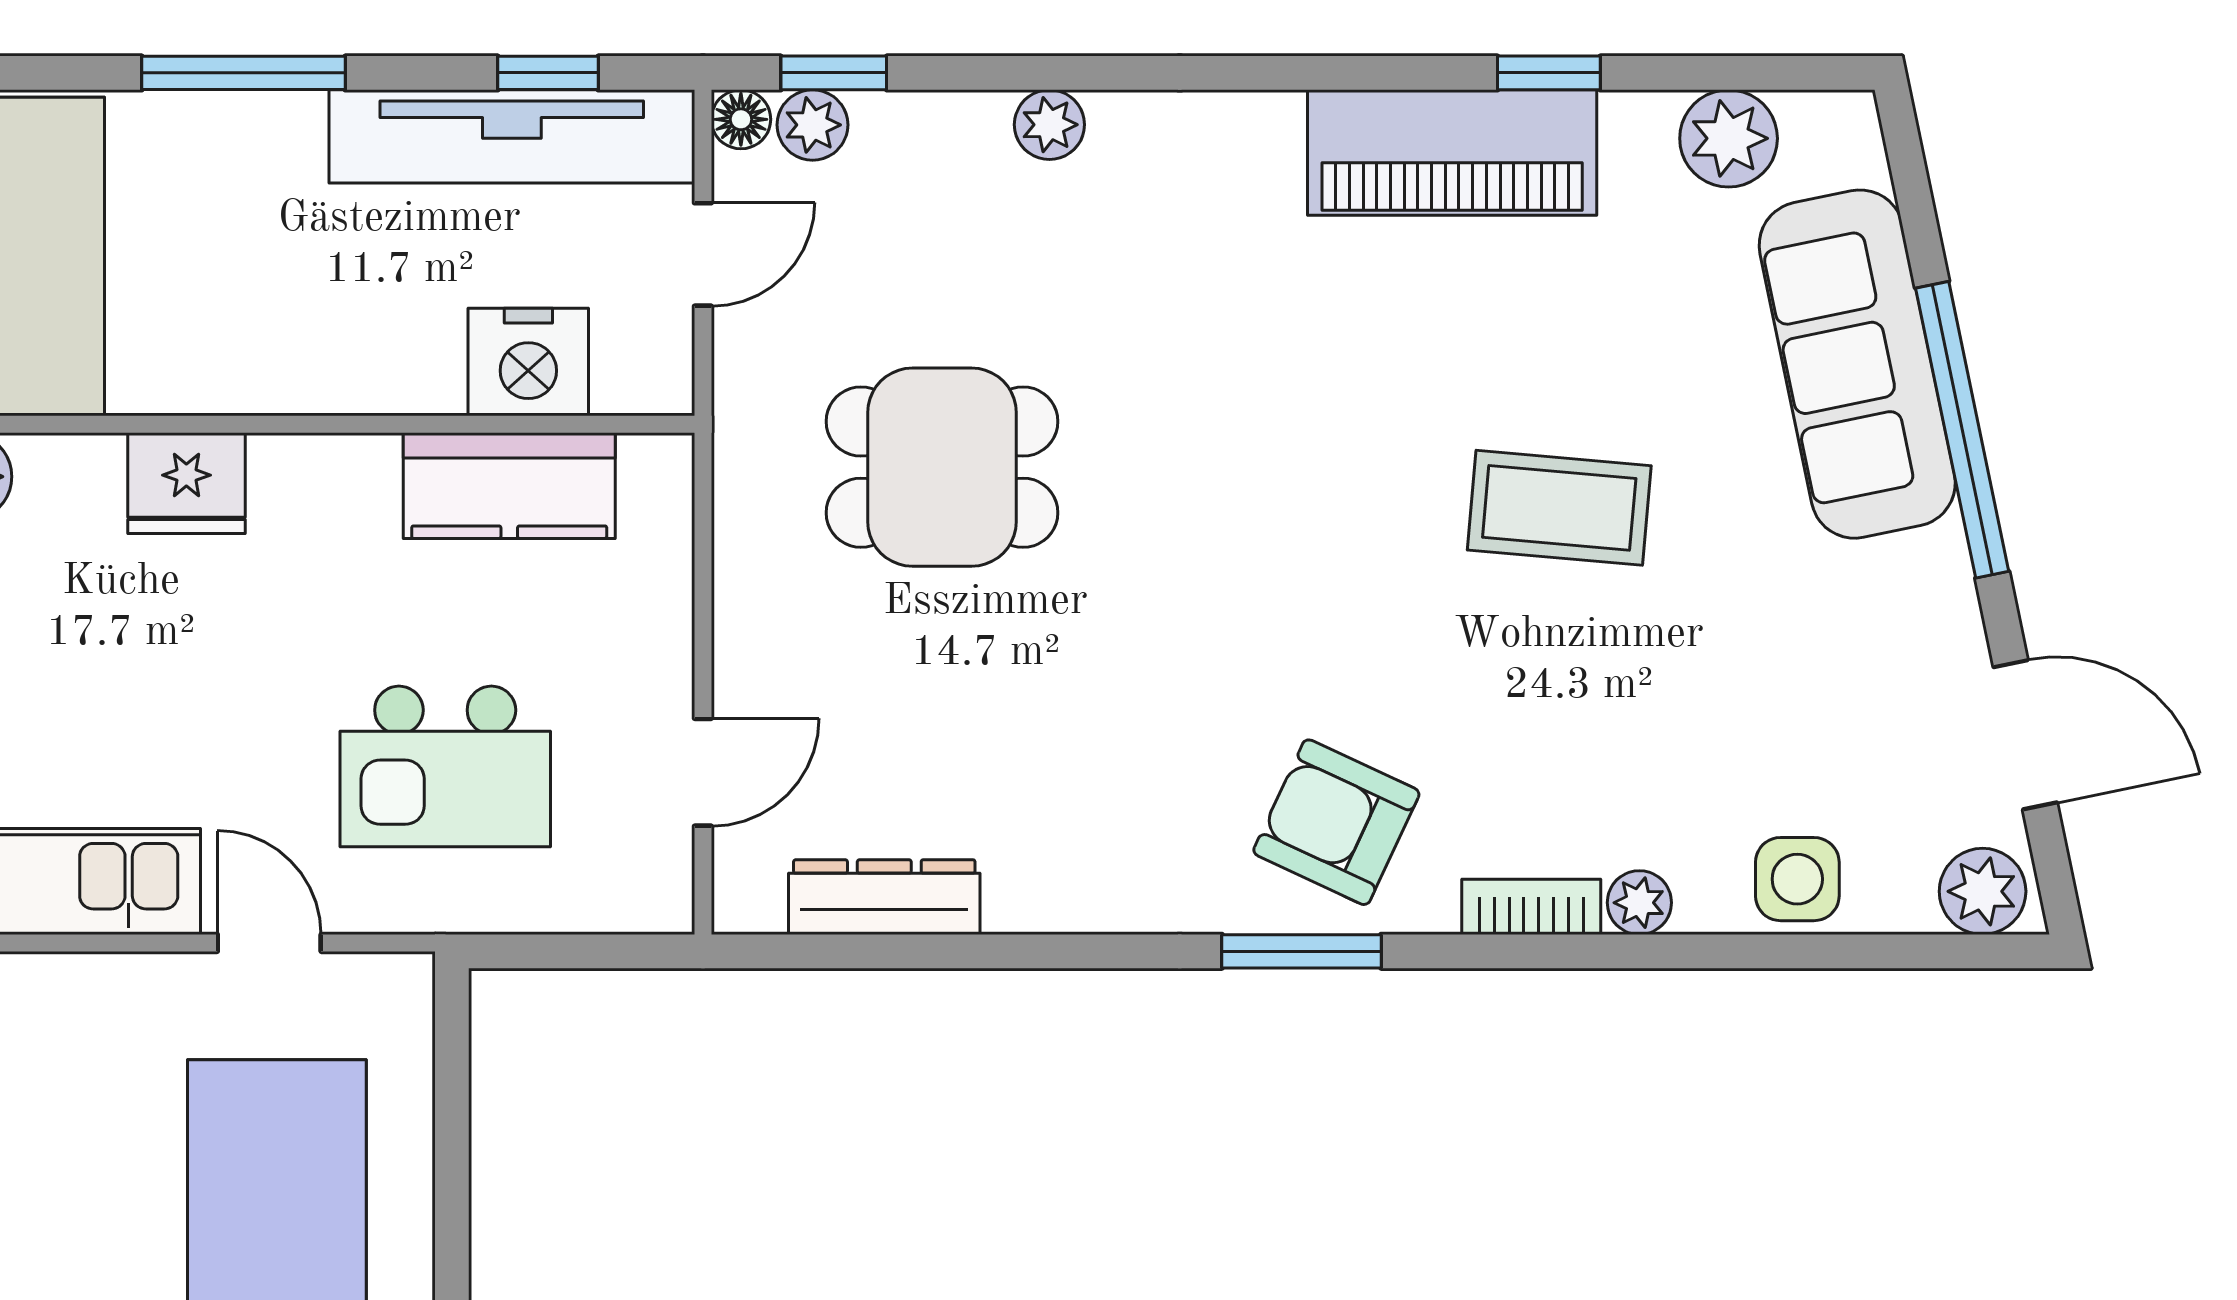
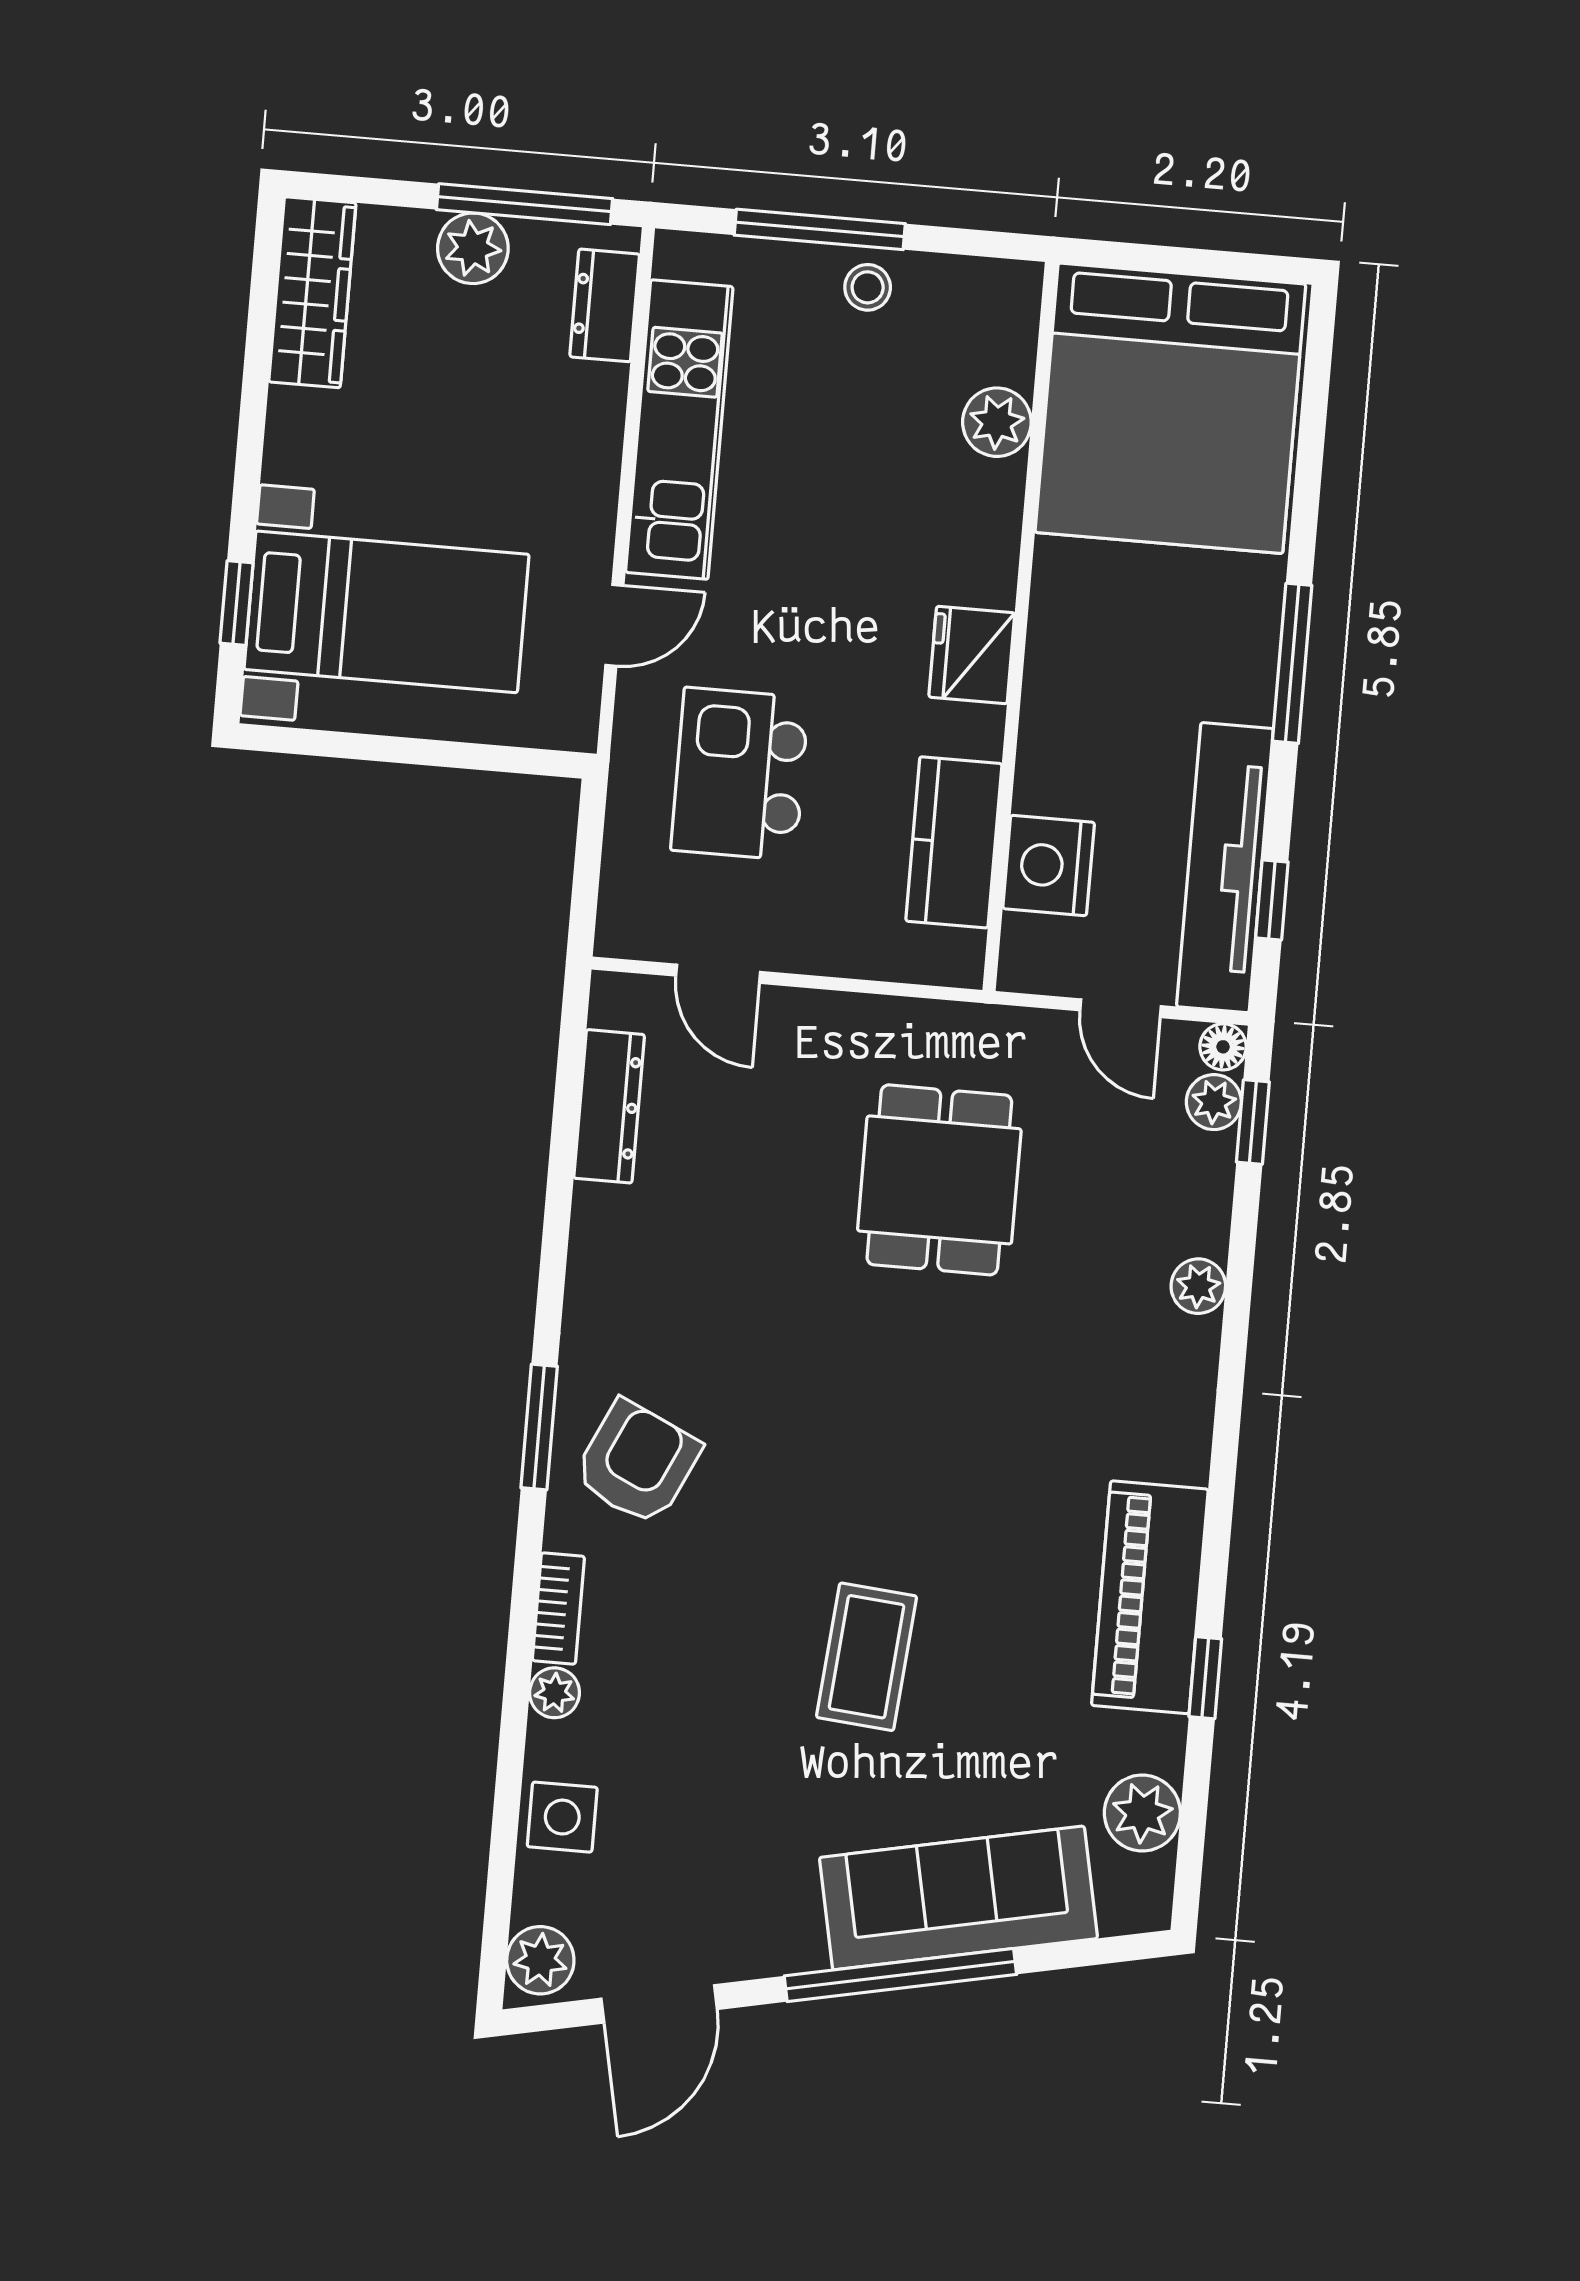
fridge: (186, 483) -> (972, 655), moved

